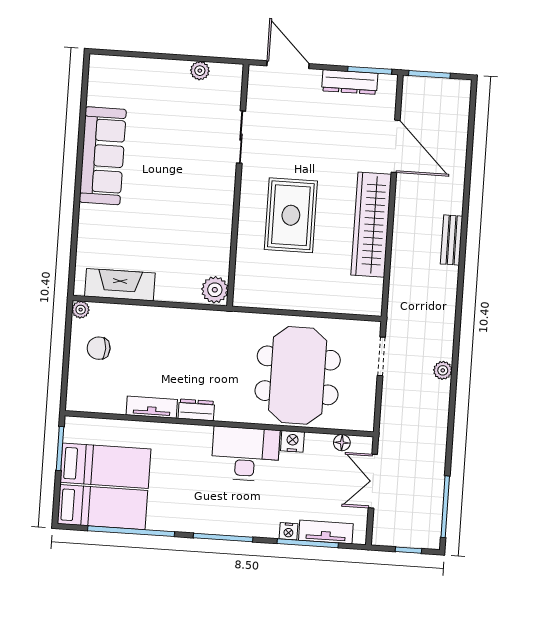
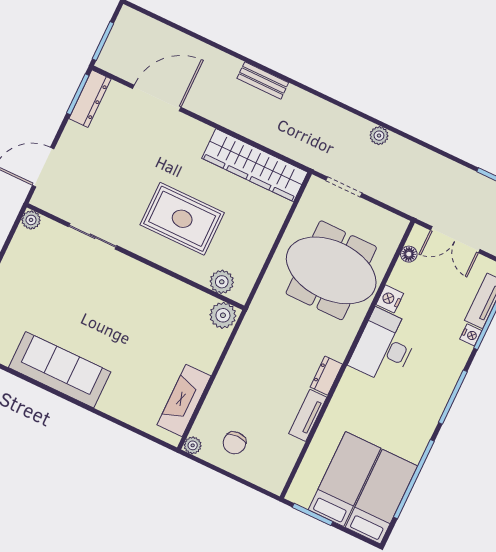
plant: (200, 71) -> (31, 220), moved
dresser: (350, 82) -> (90, 99), moved
wardrobe: (371, 225) -> (255, 165), moved
plant: (246, 276) -> (222, 282), added

